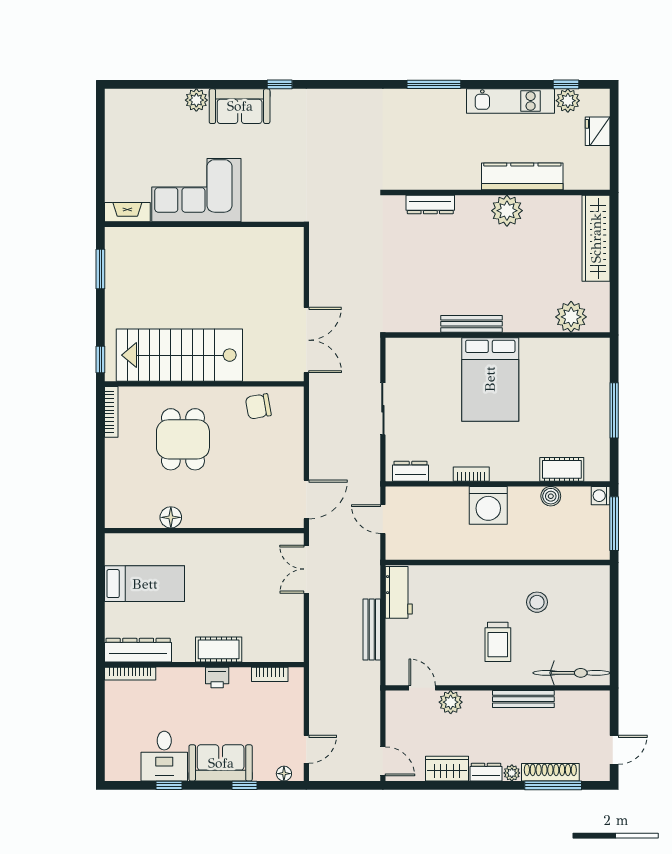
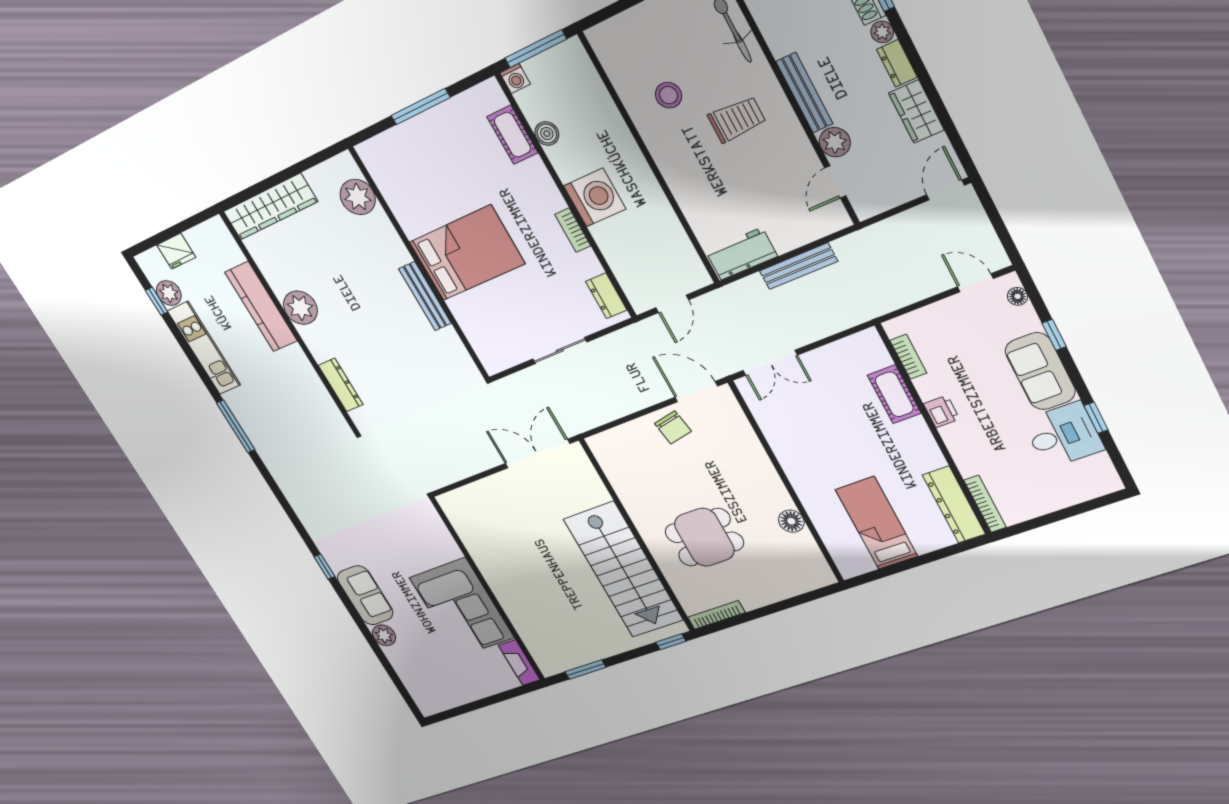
chair: (258, 406) -> (673, 427), moved
cot: (219, 649) -> (894, 394), moved
bench: (523, 699) -> (804, 93), moved

